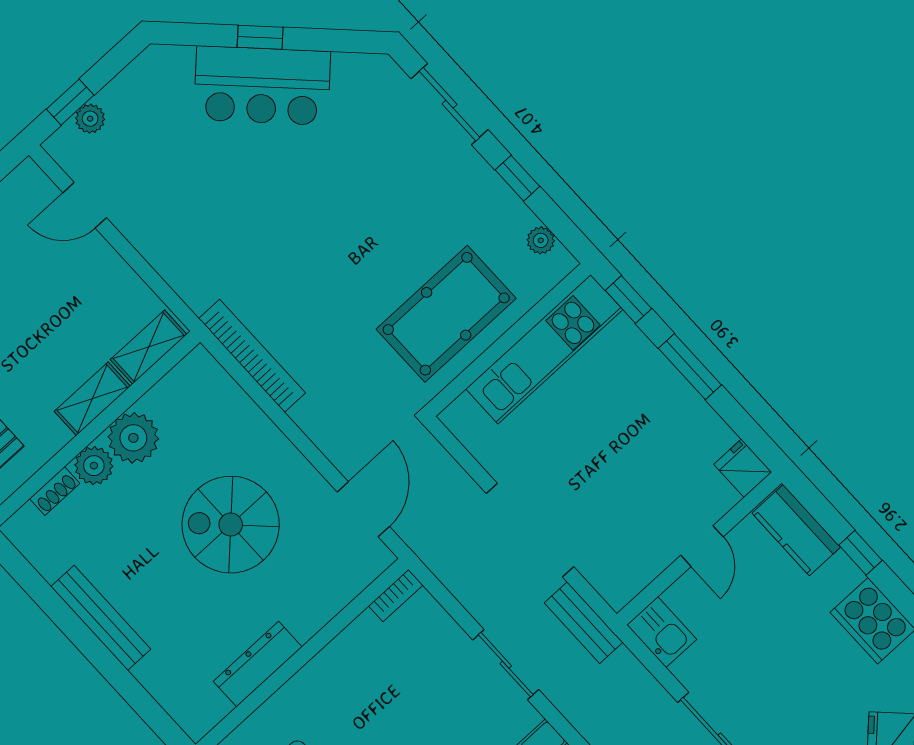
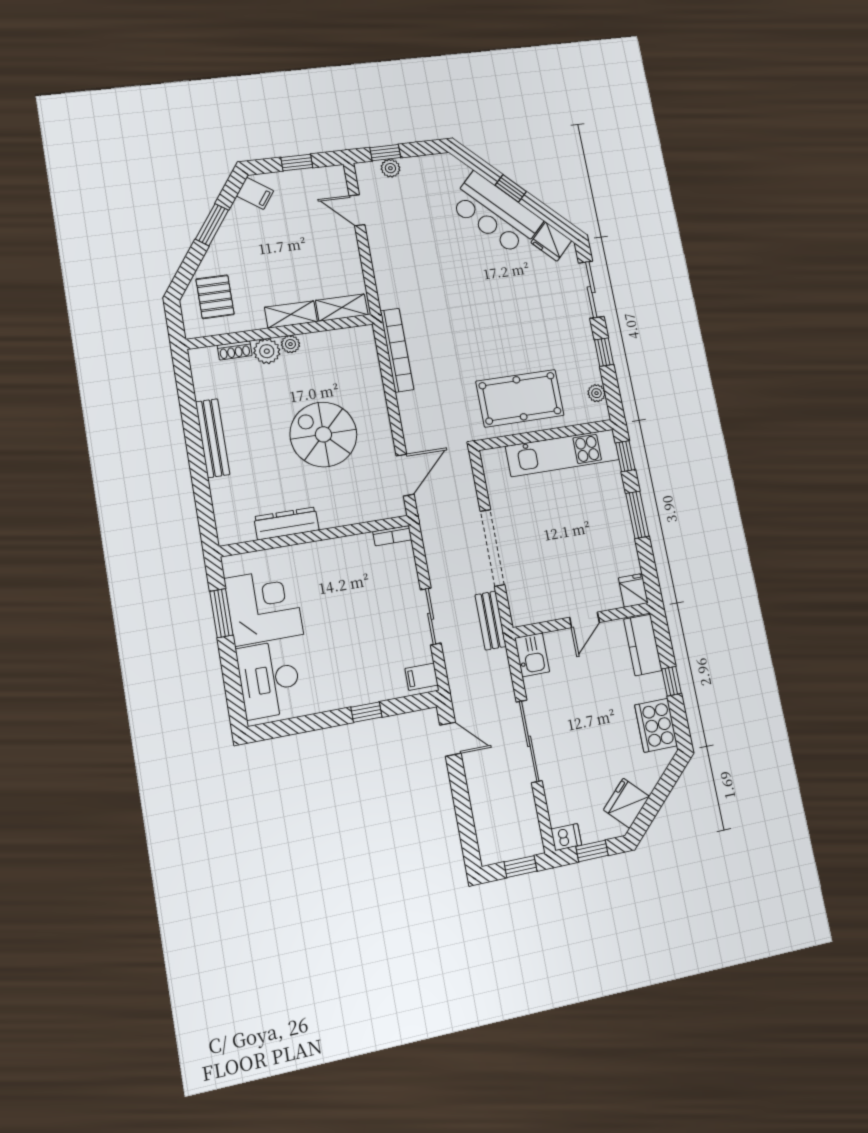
fridge: (358, 74) -> (551, 242), added
plant: (133, 438) -> (290, 344), width x0.53, depth x0.53

